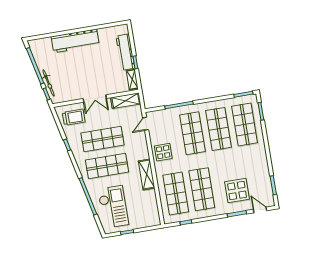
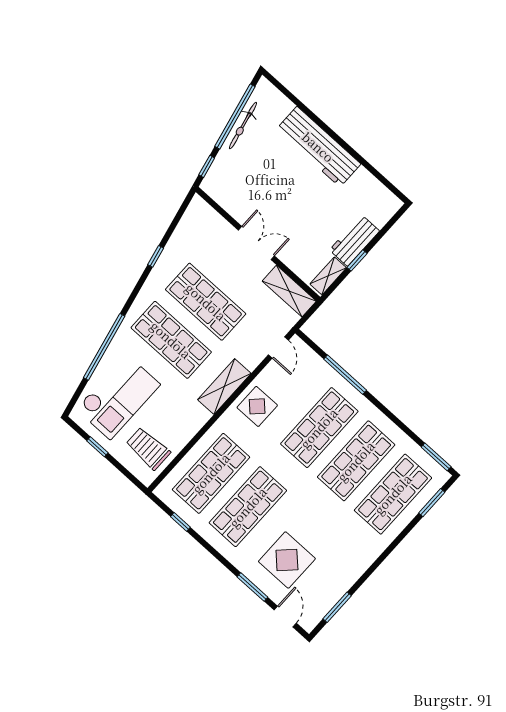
workbench: (125, 52) -> (354, 241), width x0.73
bicycle: (49, 83) -> (243, 126), moved
double door: (95, 99) -> (256, 243), swing flipped
trolley: (74, 117) -> (148, 448), moved, turned 180
door: (146, 124) -> (278, 347), swing flipped
shelving: (147, 175) -> (224, 387), moved

